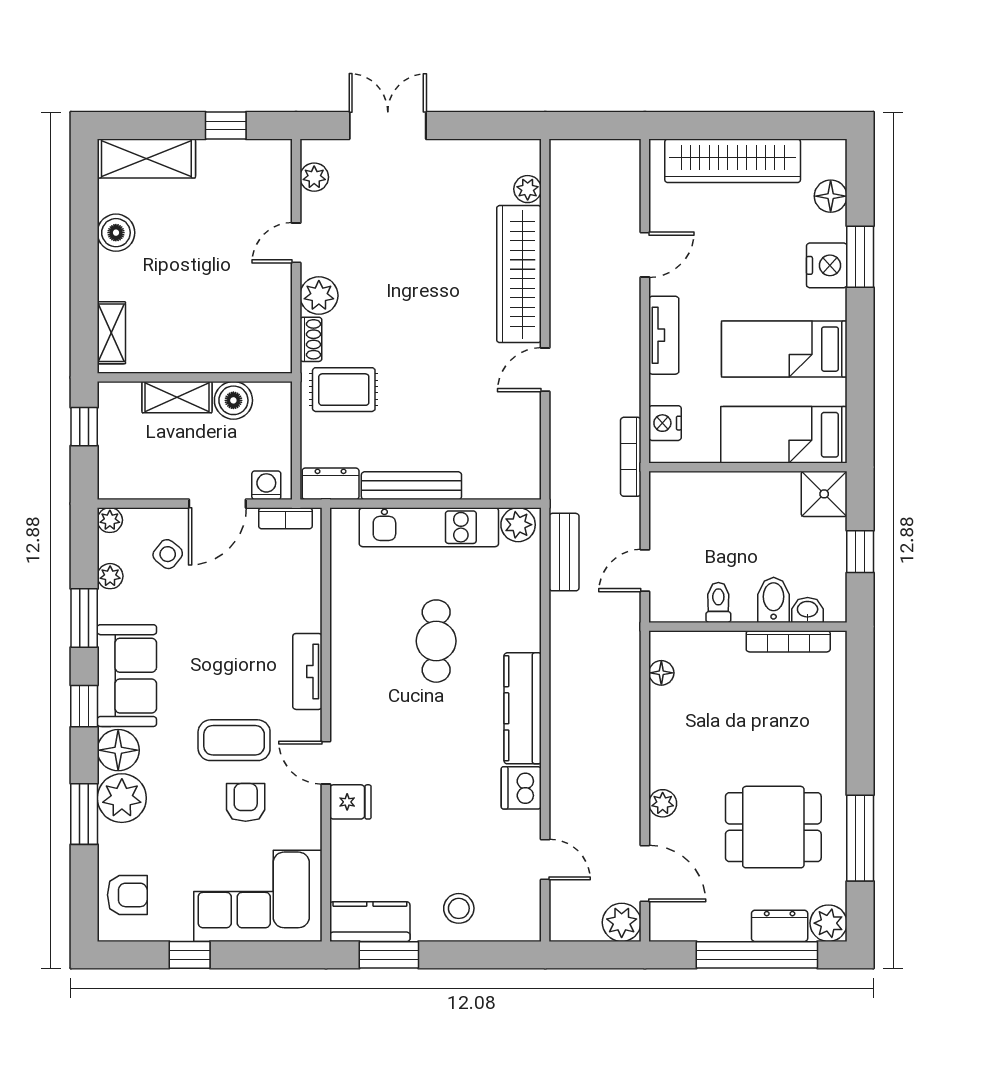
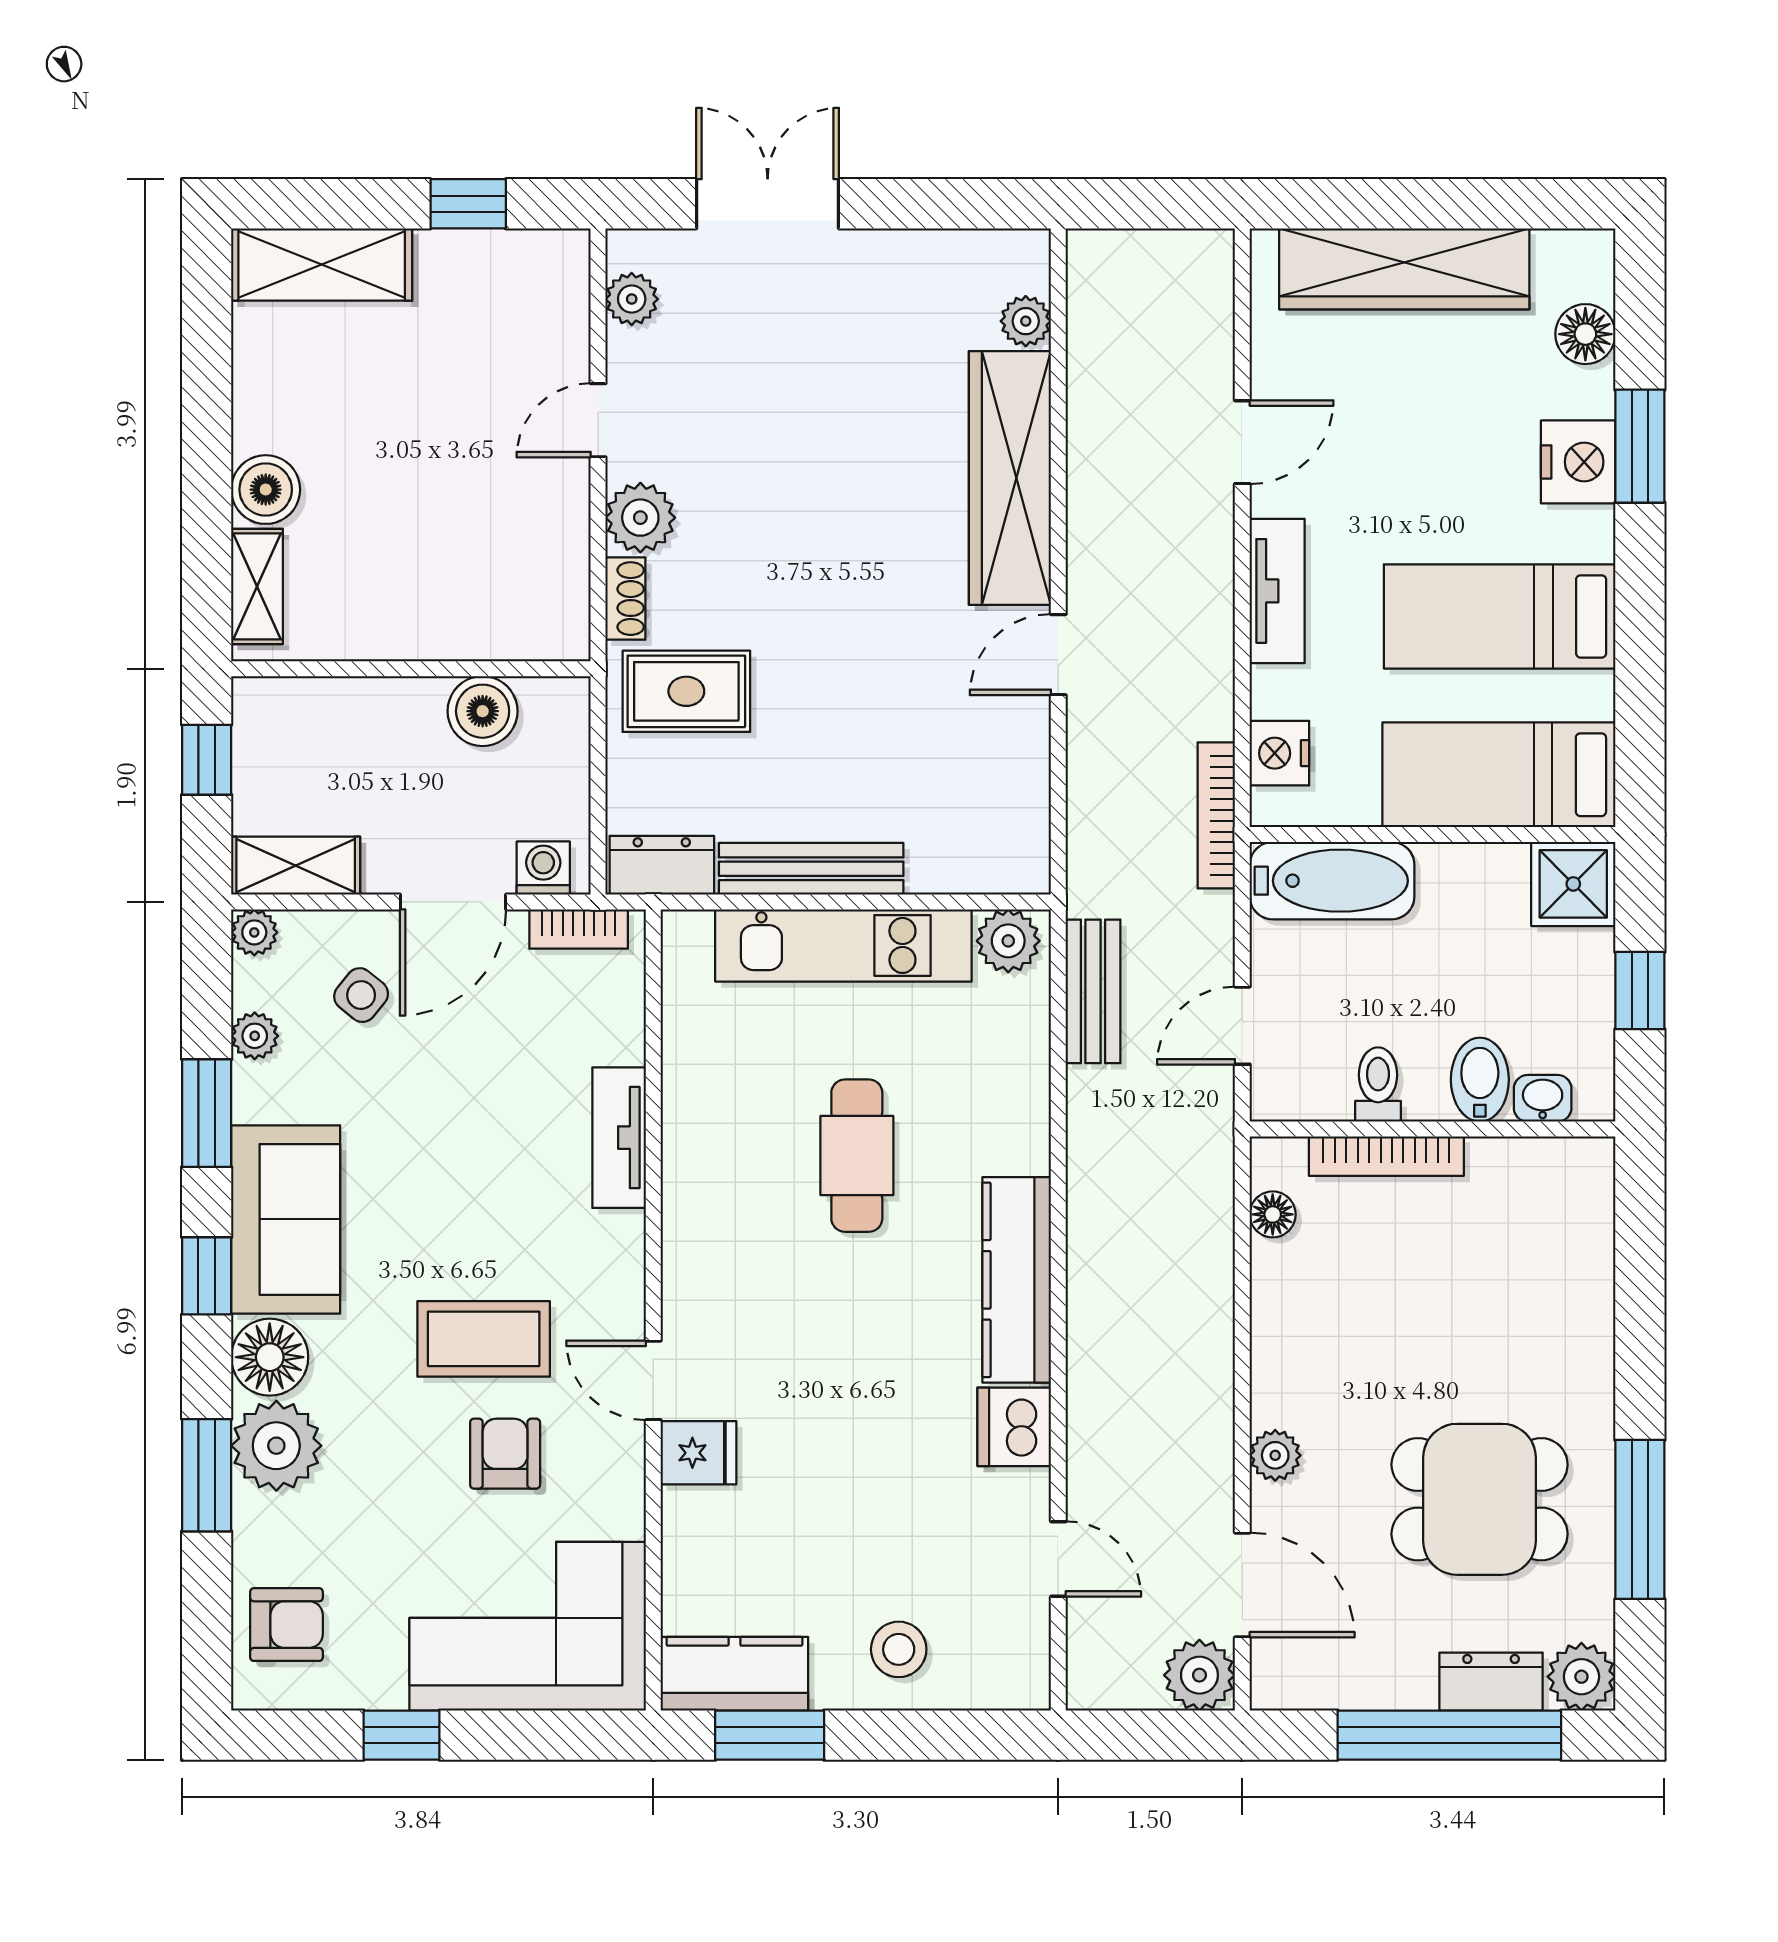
boiler: (116, 233) -> (266, 490), moved
shelving: (177, 397) -> (296, 866), moved
bathtub: (693, 492) -> (1332, 881), added
bookcase: (788, 641) -> (1386, 1156), moved
tv unit: (307, 671) -> (619, 1138), moved

